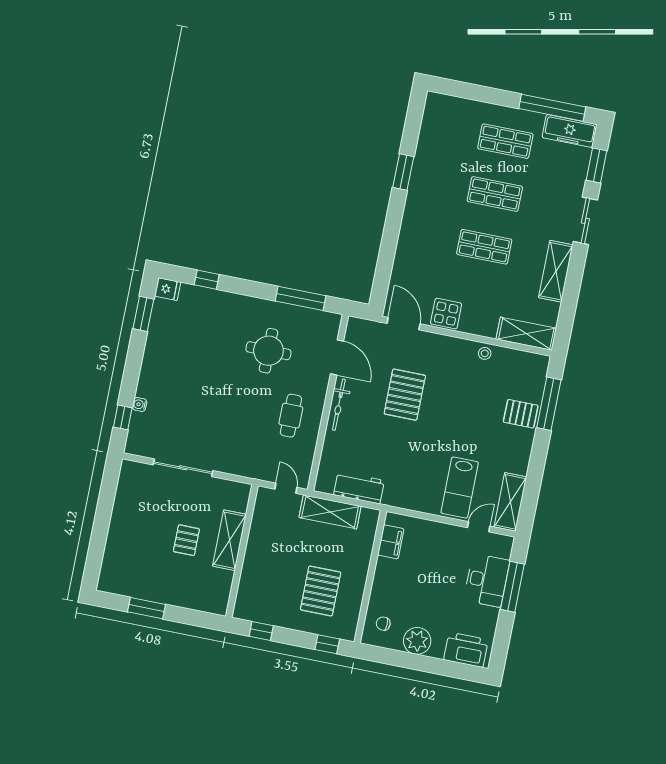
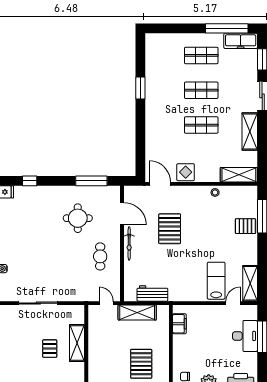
lab bench: (460, 488) -> (216, 281), turned 180

